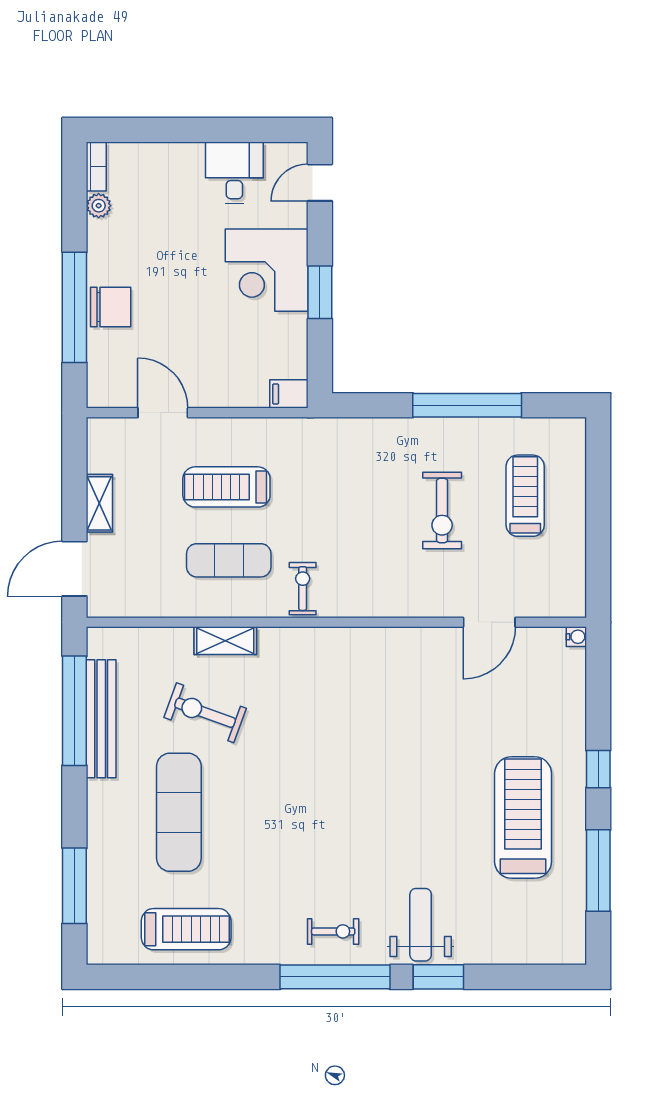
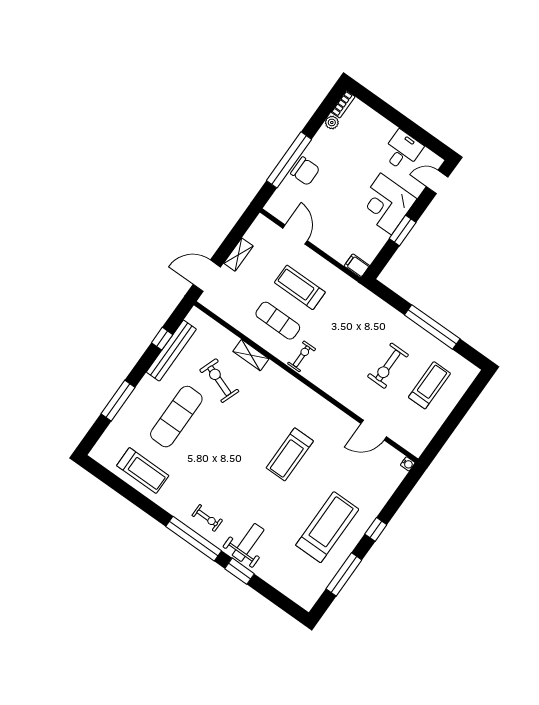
window: (74, 711) -> (162, 339), width x0.32
treadmill: (389, 748) -> (290, 454), added
window: (74, 886) -> (118, 401), moved

